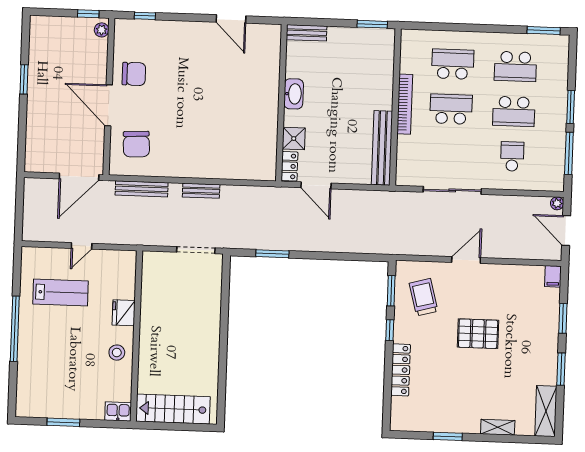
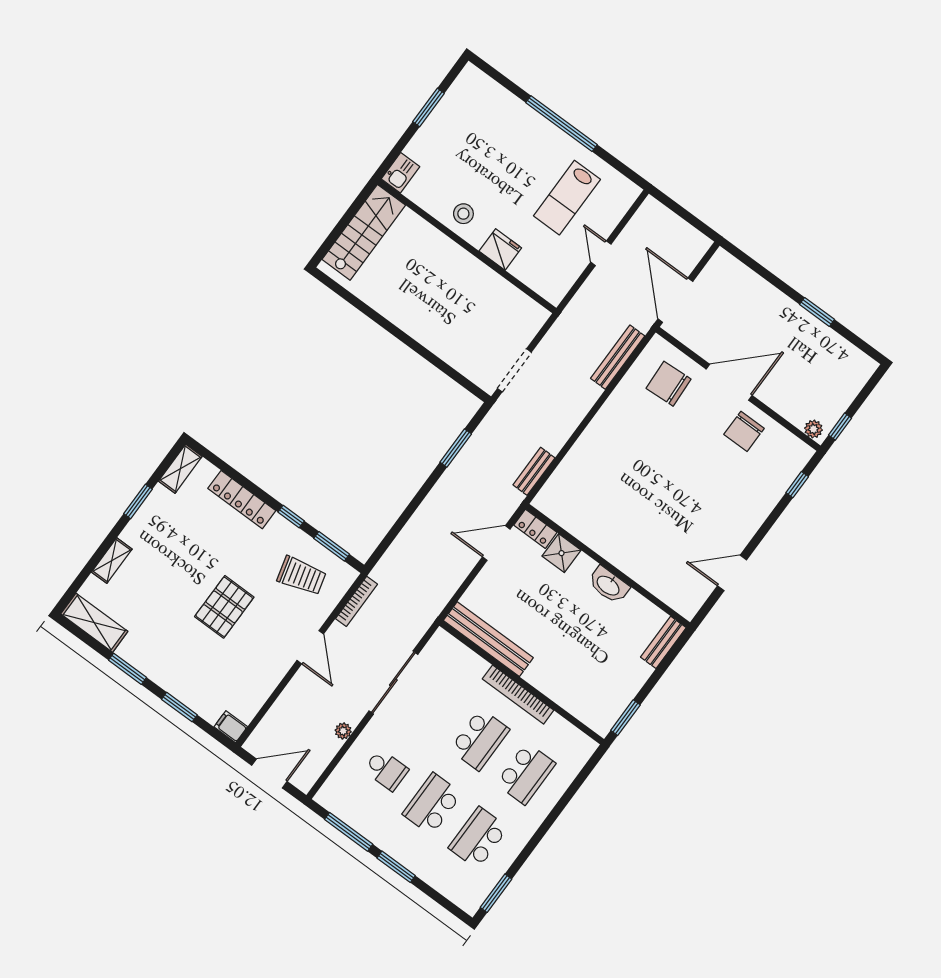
bench: (201, 191) -> (534, 471), moved
plant: (557, 203) -> (343, 731), moved
bookcase: (416, 250) -> (357, 601), added
shelving: (408, 423) -> (180, 469), added

